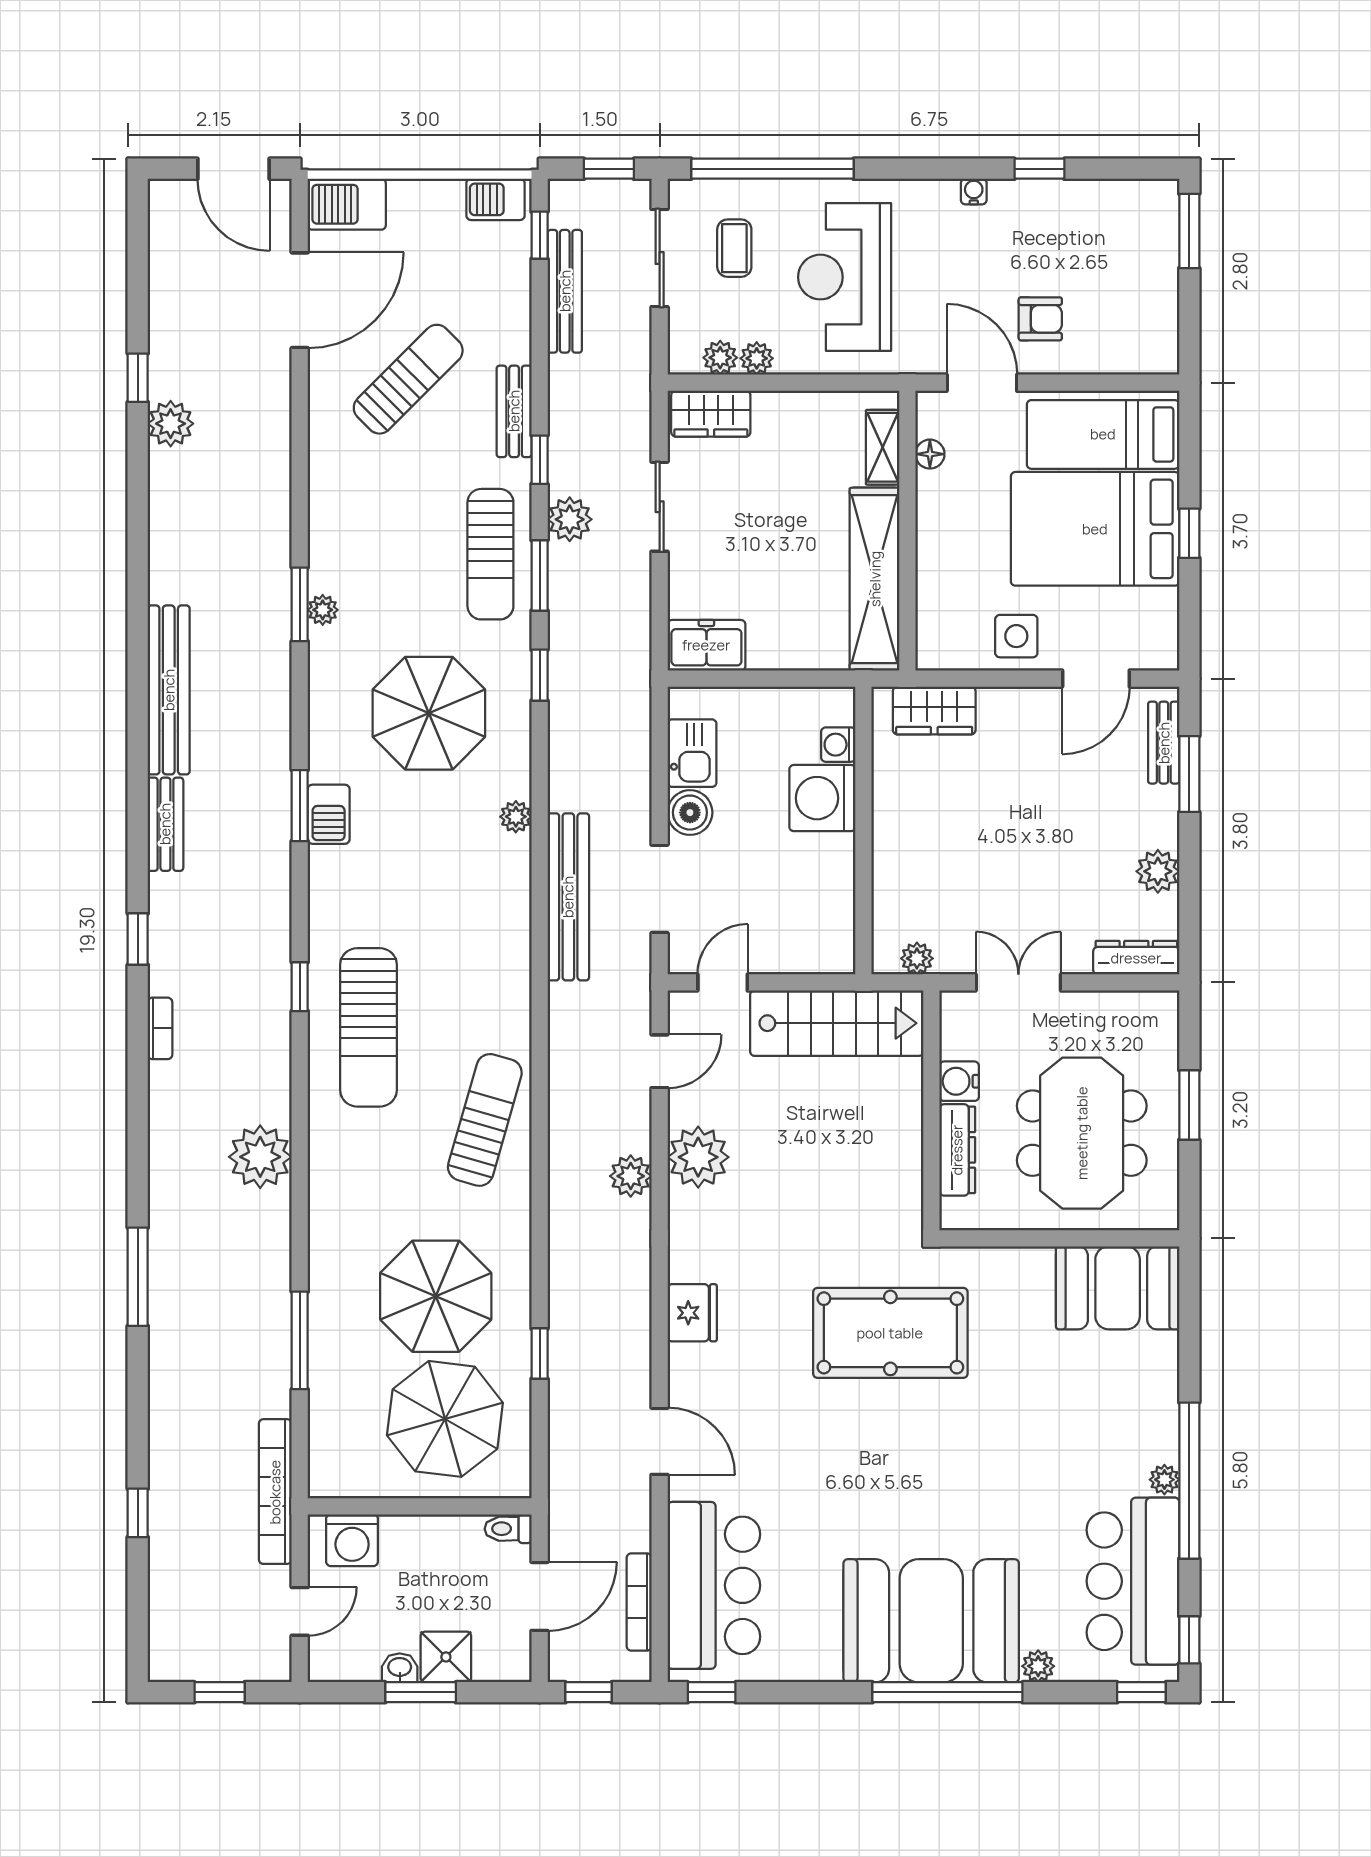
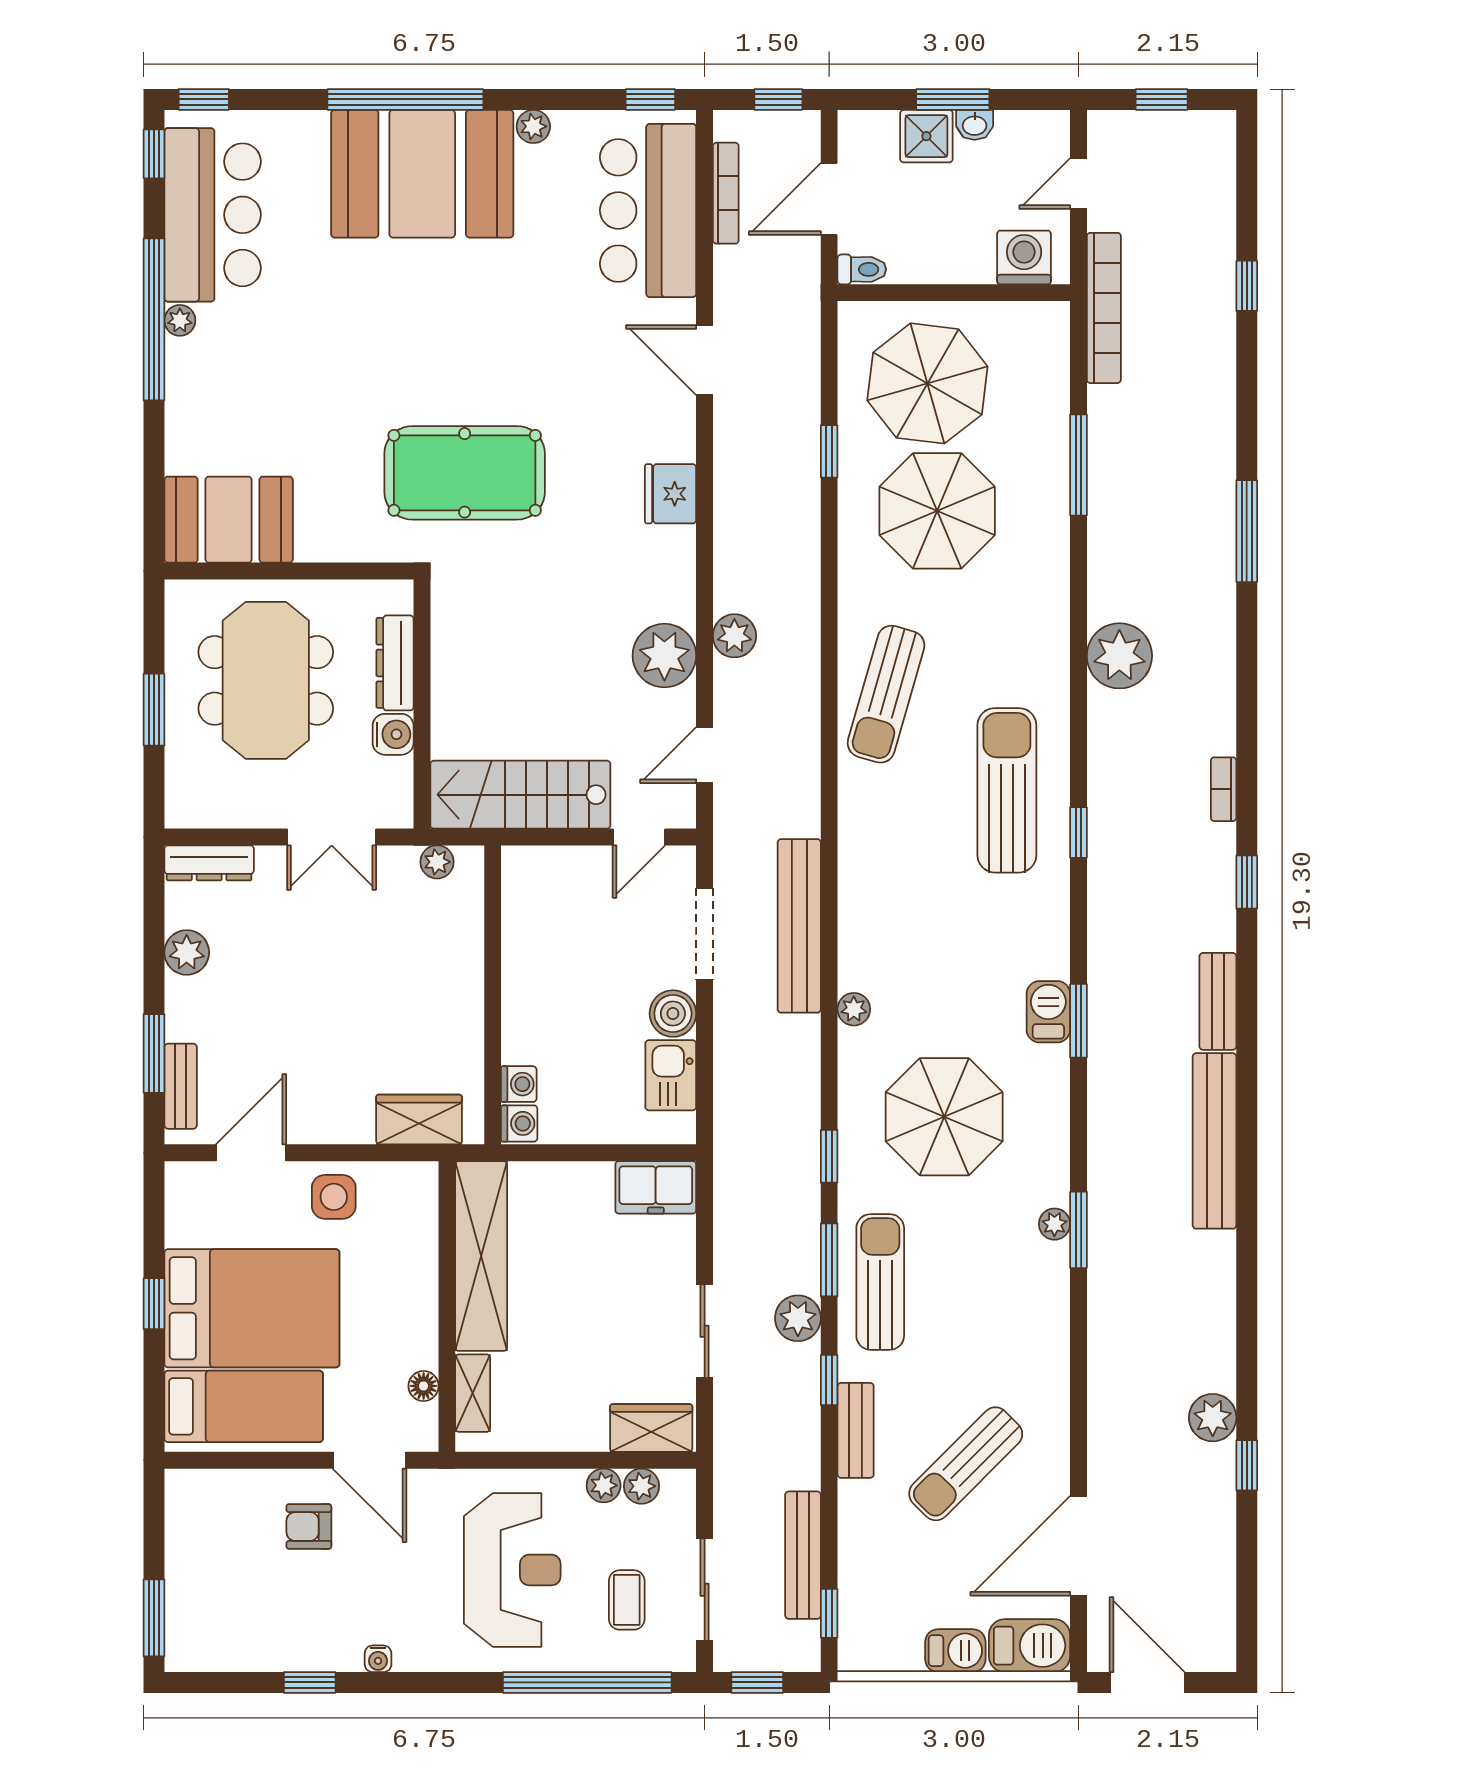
barbecue: (496, 199) -> (955, 1651), moved
washing machine: (822, 798) -> (519, 1123), moved, width x0.53, depth x0.53
plant: (1038, 1666) -> (533, 126), moved

